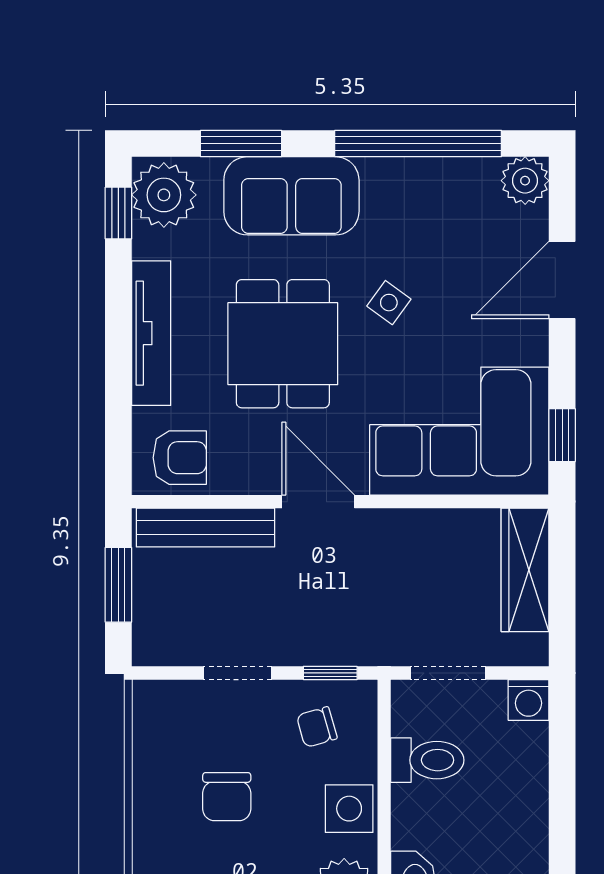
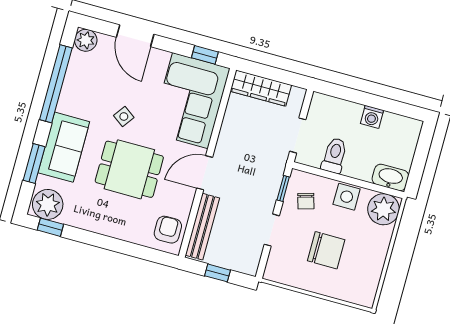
tv unit: (151, 333) -> (108, 227), removed
window: (118, 585) -> (217, 273), width x0.67
washing machine: (529, 700) -> (372, 117), moved, turned 90
chair: (227, 797) -> (326, 250), width x1.37, depth x1.37

